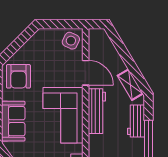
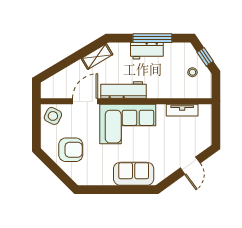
armchair: (18, 76) -> (71, 150), moved
workbench: (136, 121) -> (147, 51), moved

